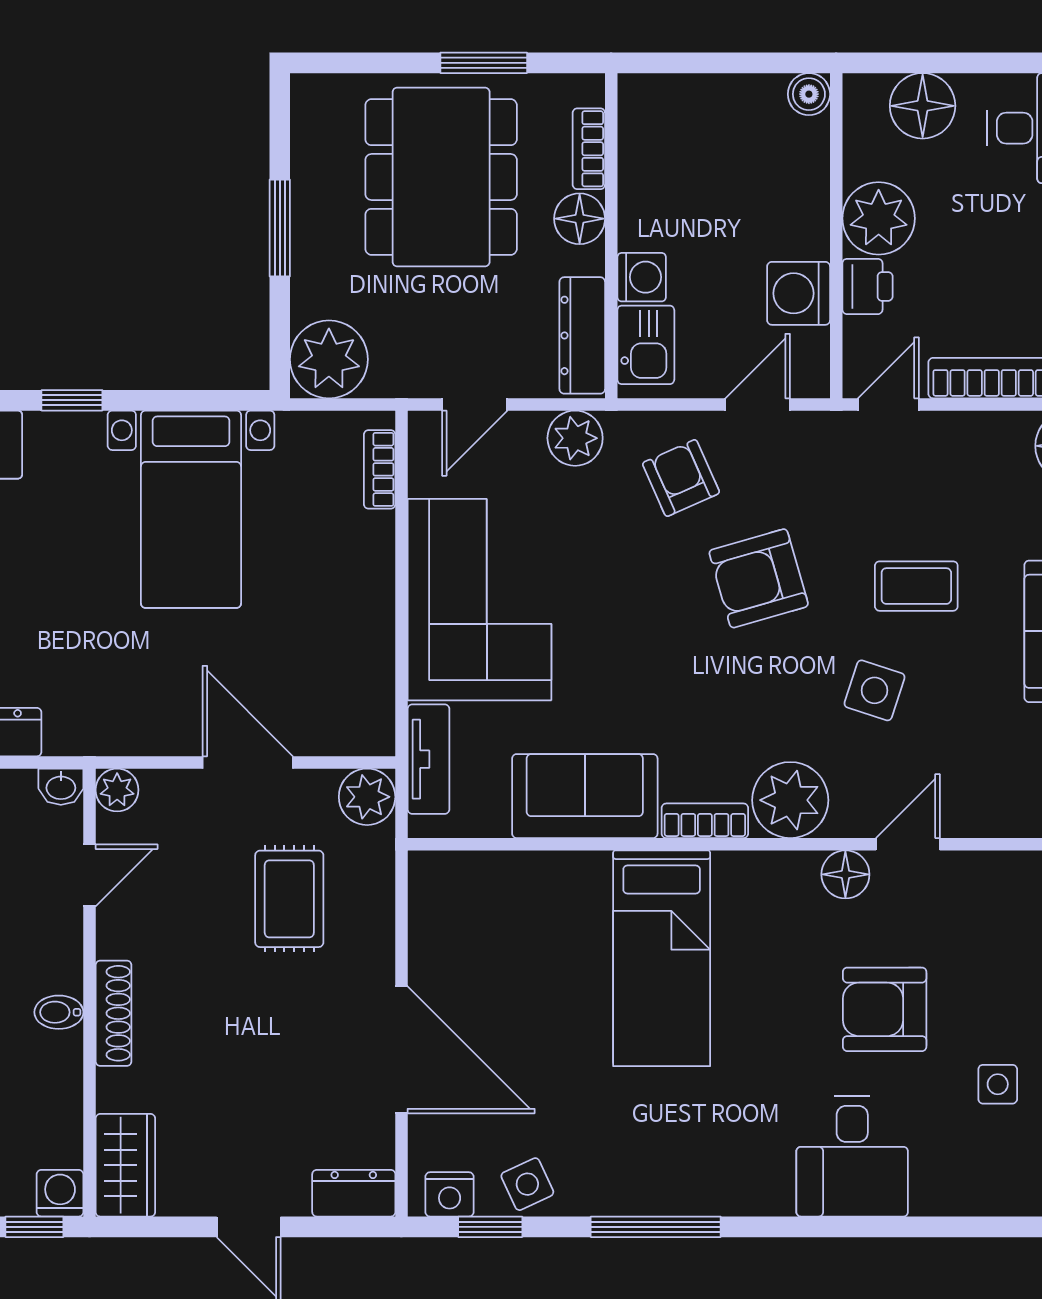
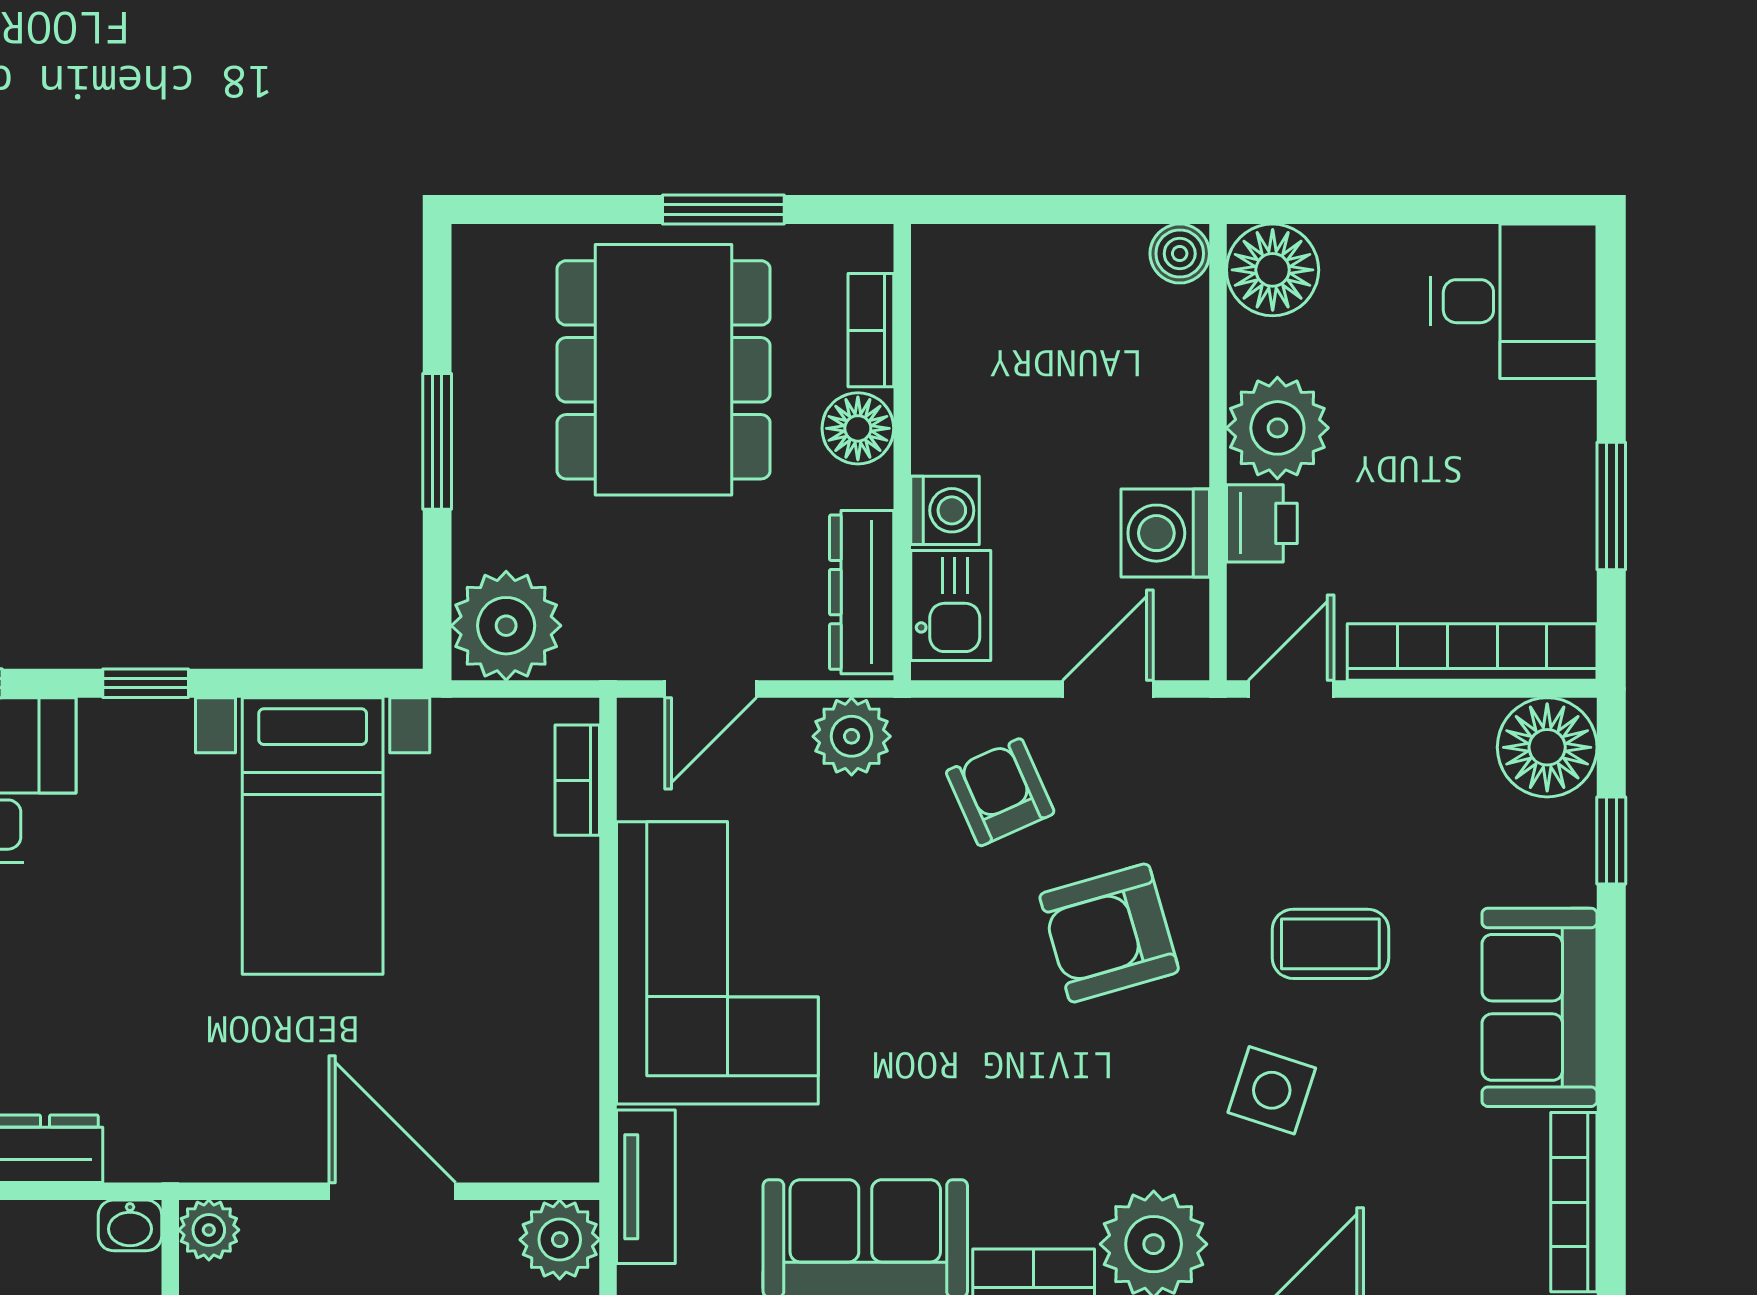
floor lamp: (923, 106) -> (1273, 270), moved

